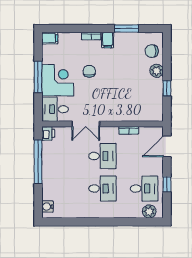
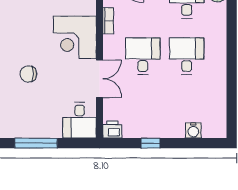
corner desk: (58, 80) -> (75, 37), moved, turned -90
window: (38, 162) -> (151, 143), width x0.32
water cooler: (47, 207) -> (193, 130), moved

